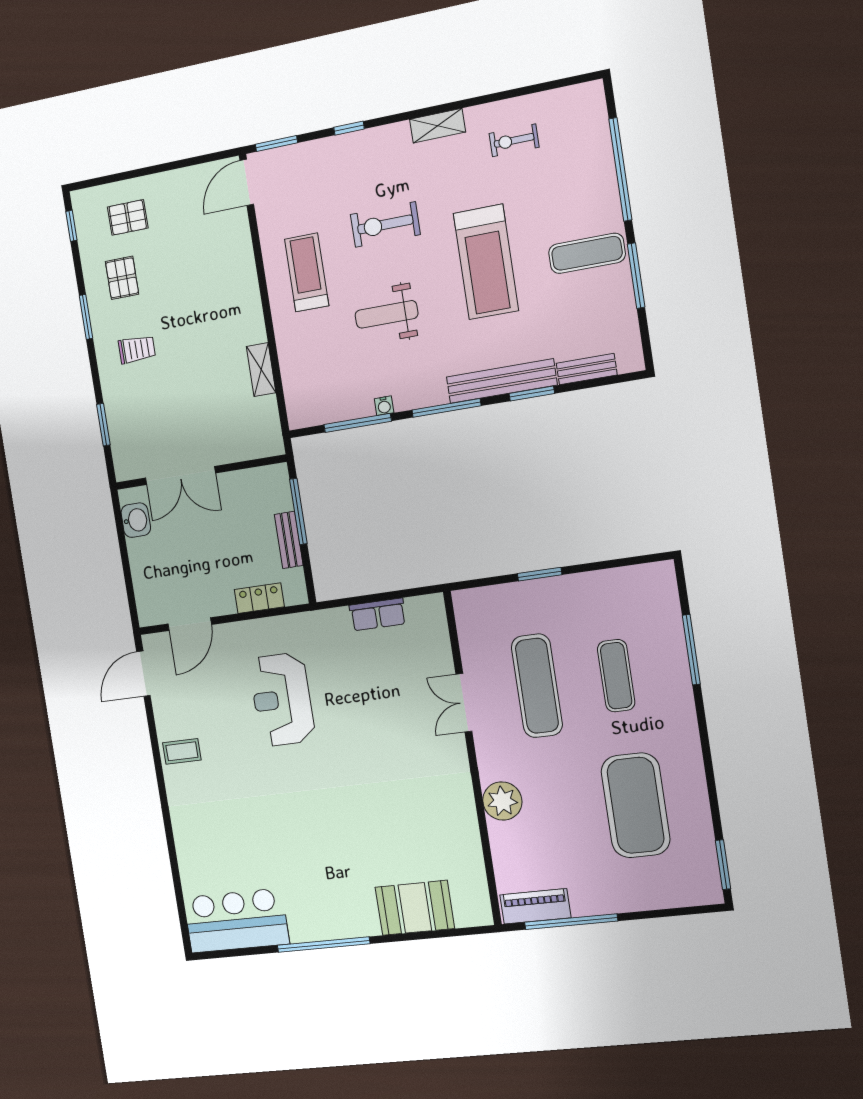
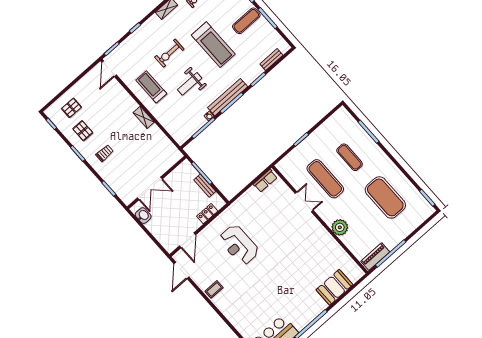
shelving: (261, 370) -> (144, 117), moved
bench: (502, 381) -> (228, 97), moved
row of seats: (378, 614) -> (265, 181), moved
double door: (464, 703) -> (304, 202), swing flipped

